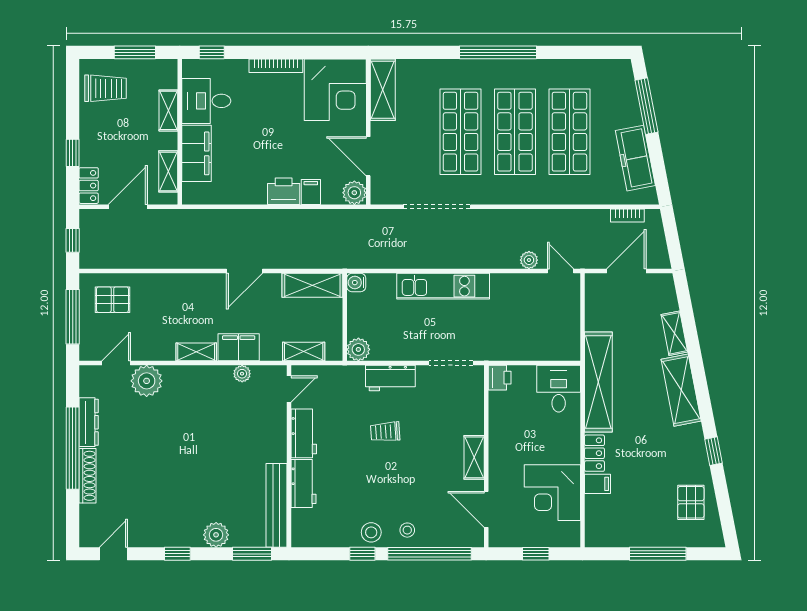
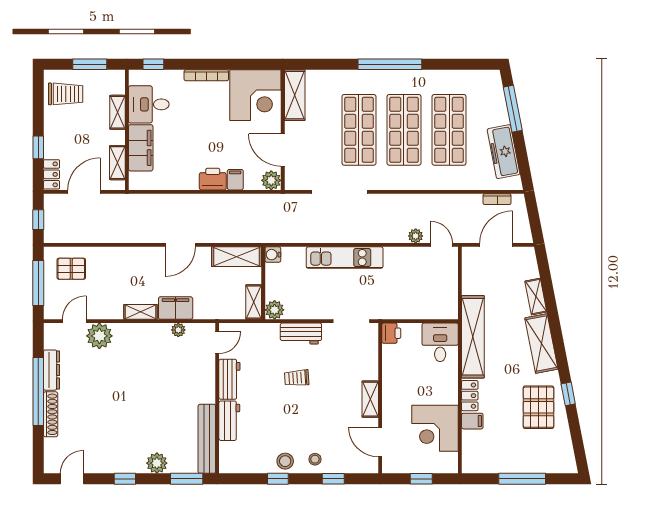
shelving: (304, 352) -> (254, 302), moved, turned 90
pallet: (691, 502) -> (538, 407), moved, width x1.50, depth x1.42
window: (429, 554) -> (333, 479), width x0.32

